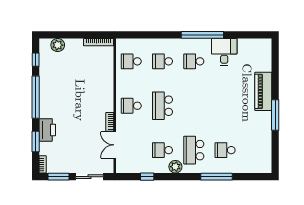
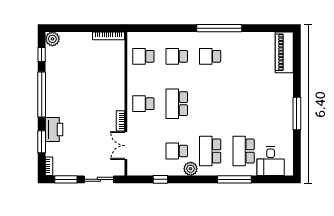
plant: (58, 45) -> (52, 39), moved
desk: (224, 52) -> (271, 161), moved, turned 180
piano: (263, 91) -> (284, 52), moved
school desk: (225, 150) -> (244, 151), width x1.85

